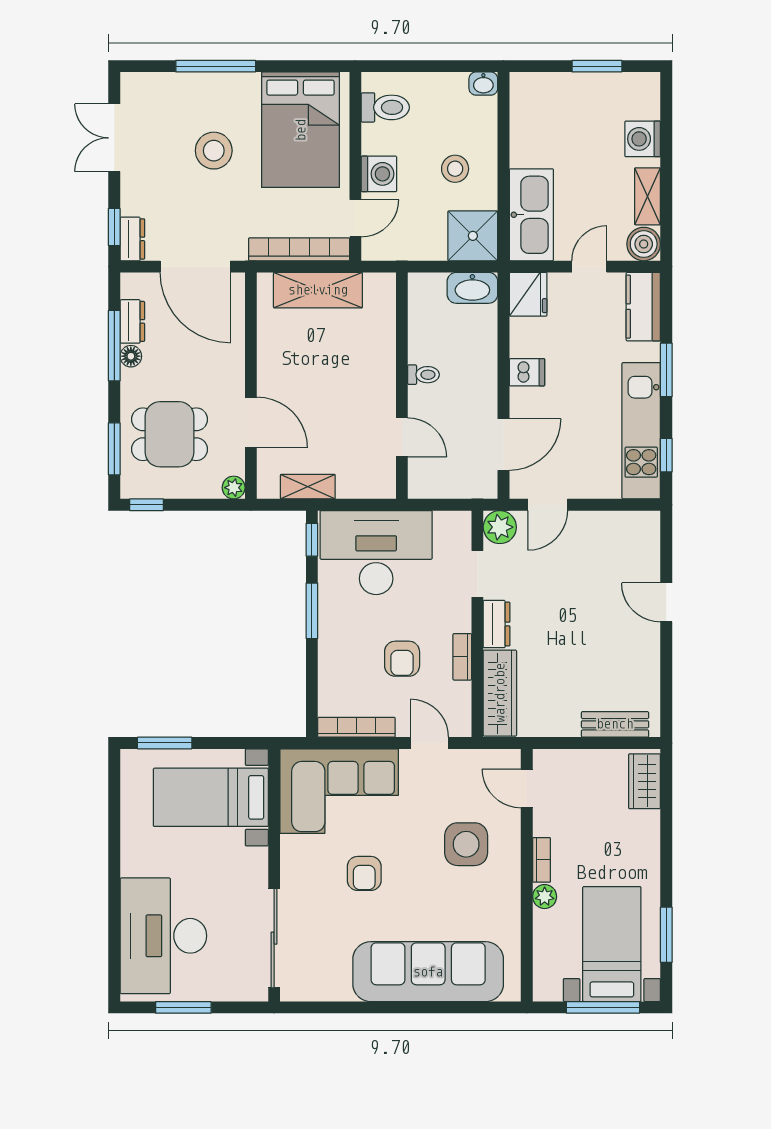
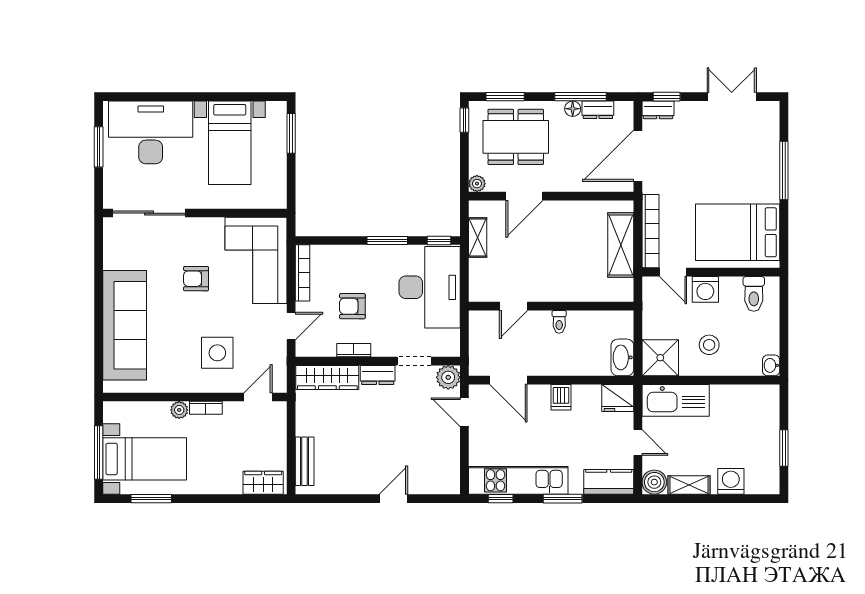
stool: (214, 151) -> (722, 169), removed
dining table: (170, 434) -> (516, 137), width x1.38
bed with nightstands: (211, 797) -> (230, 143), moved, turned 180

